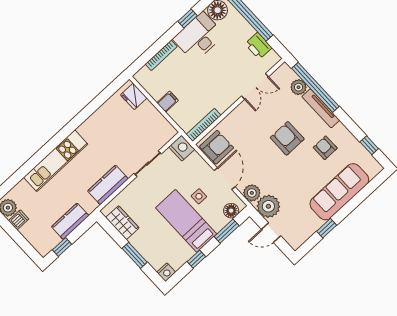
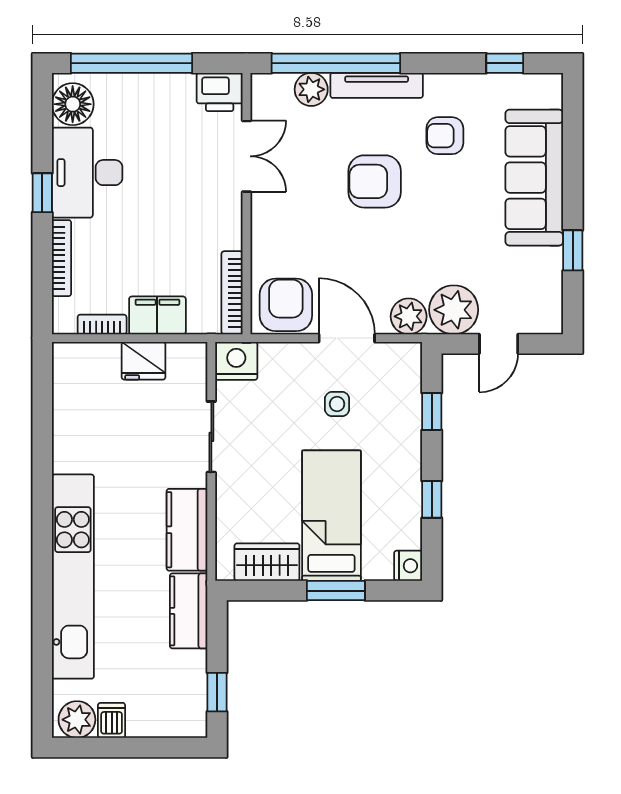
window: (188, 19) -> (42, 193), moved
printer: (258, 46) -> (220, 92), moved
bookcase: (151, 90) -> (102, 324), added
fridge: (134, 96) -> (144, 361), moved
filing cabinet: (168, 102) -> (157, 315), width x2.00
kitchen unit: (56, 161) -> (73, 577), width x1.36
floor lamp: (231, 211) -> (406, 374), removed
kitchen counter: (70, 221) -> (189, 611), moved
bed: (186, 221) -> (331, 516), moved, turned 90
window: (227, 231) -> (432, 411), width x0.67

